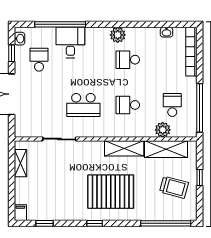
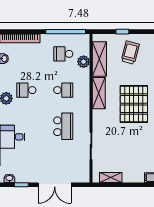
school desk: (39, 60) -> (26, 162), removed
school desk: (128, 60) -> (26, 90), turned 90
school desk: (128, 105) -> (63, 90), turned -90

